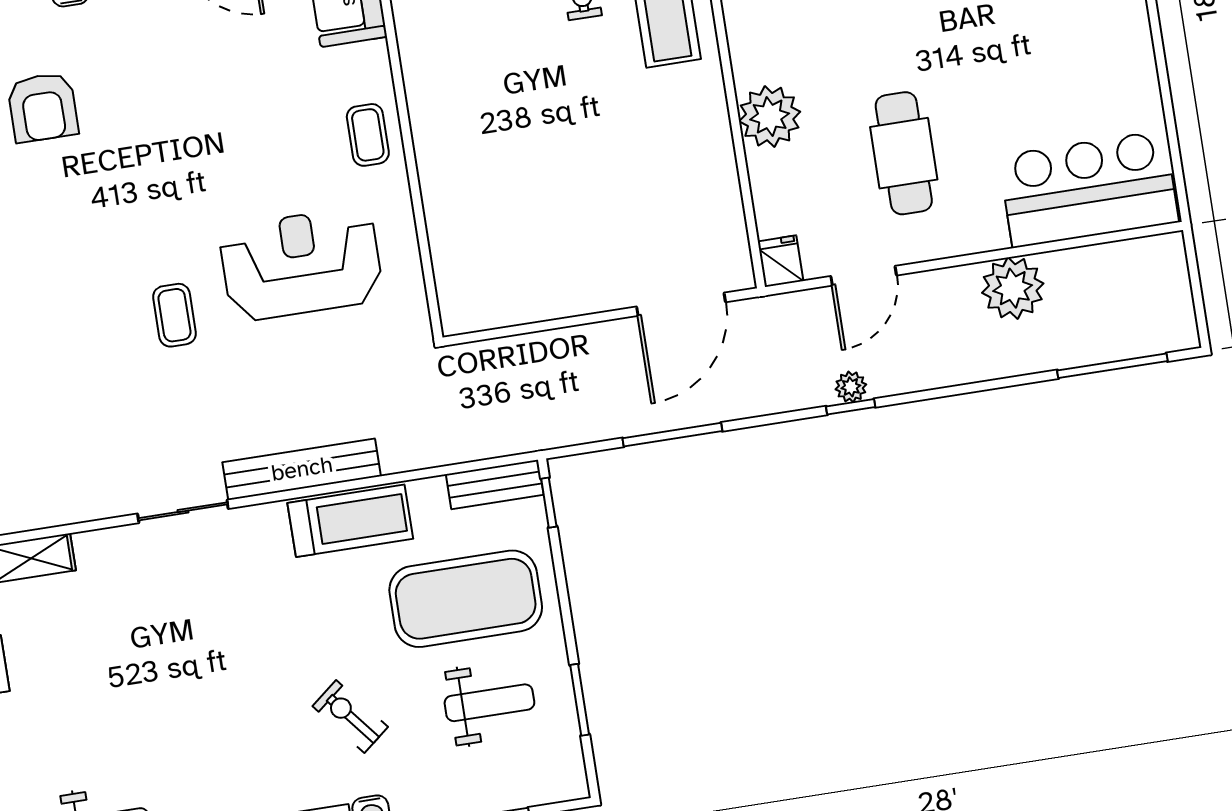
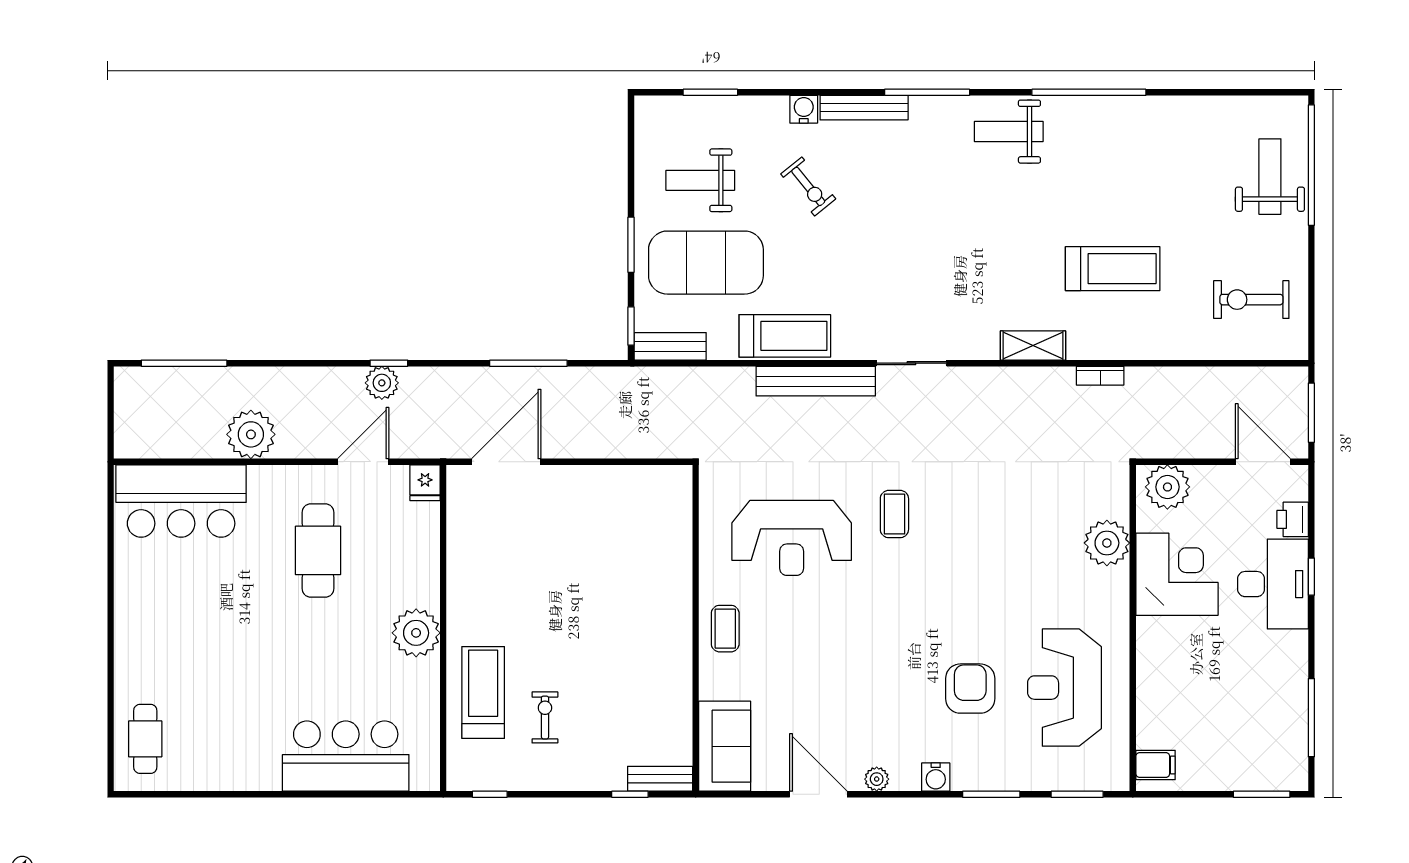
plant: (770, 117) -> (416, 633), moved
plant: (851, 387) -> (382, 383), width x1.38, depth x1.38
treadmill: (350, 521) -> (785, 336), turned 180
window: (580, 700) -> (631, 245), moved

